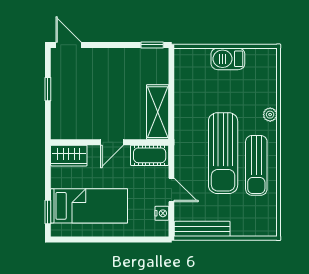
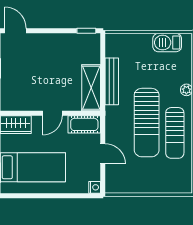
barbecue: (228, 59) -> (167, 43), moved
nightstand: (162, 213) -> (95, 187), moved
bench: (202, 229) -> (112, 81), moved, turned 90

